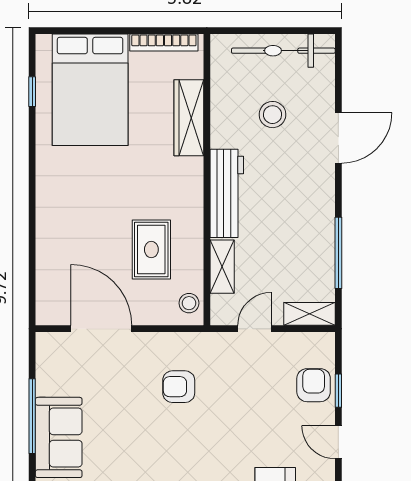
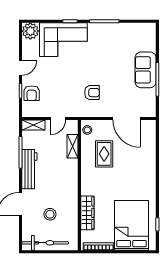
workbench: (227, 193) -> (29, 169), moved, turned 180
door: (338, 442) -> (21, 68), hinge flipped

